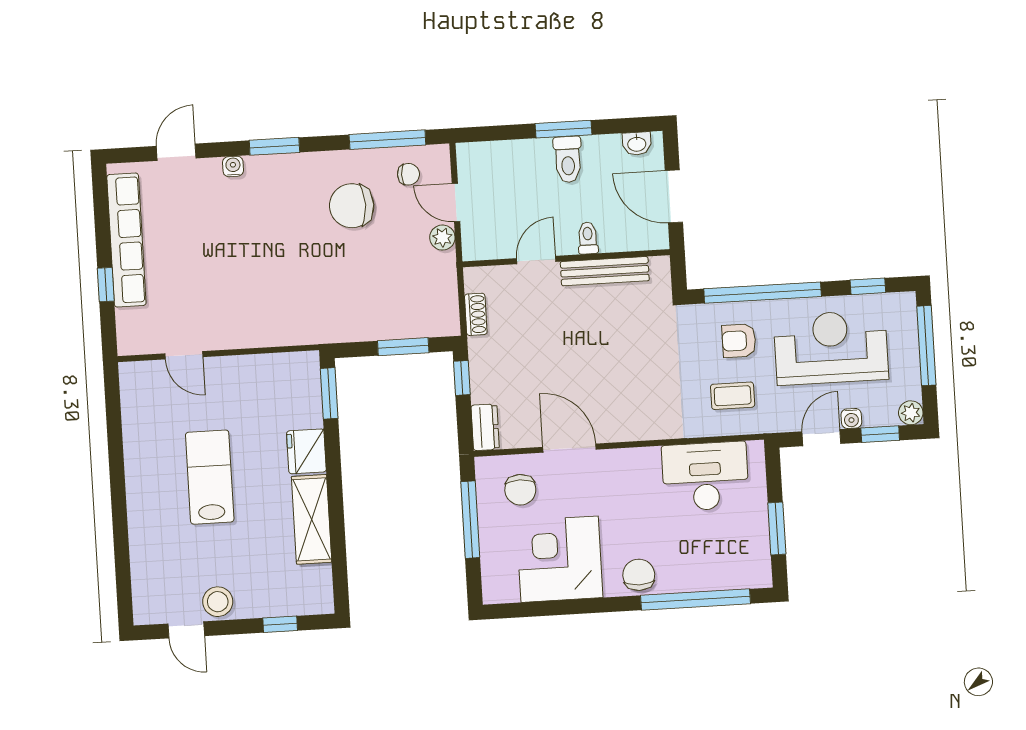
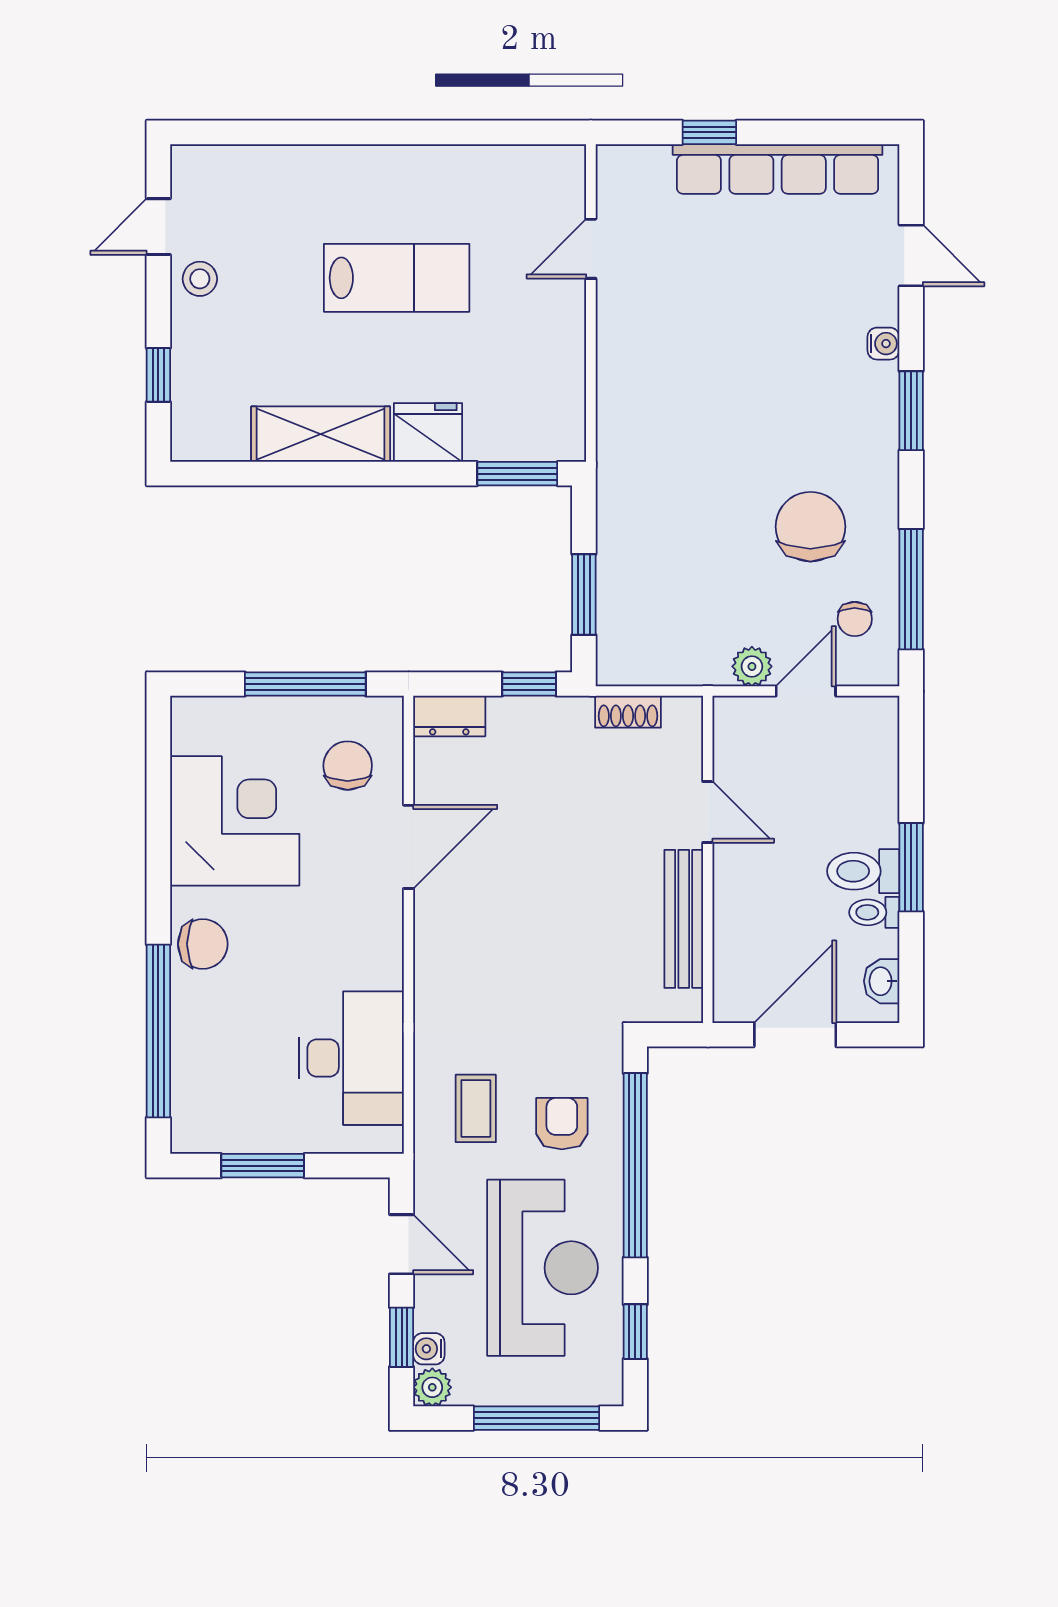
toilet: (588, 238) -> (874, 912), moved, turned 180
water cooler: (851, 418) -> (429, 1349), moved
chair: (520, 490) -> (348, 766), turned 90
stool: (218, 602) -> (200, 279), width x0.73, depth x0.73

